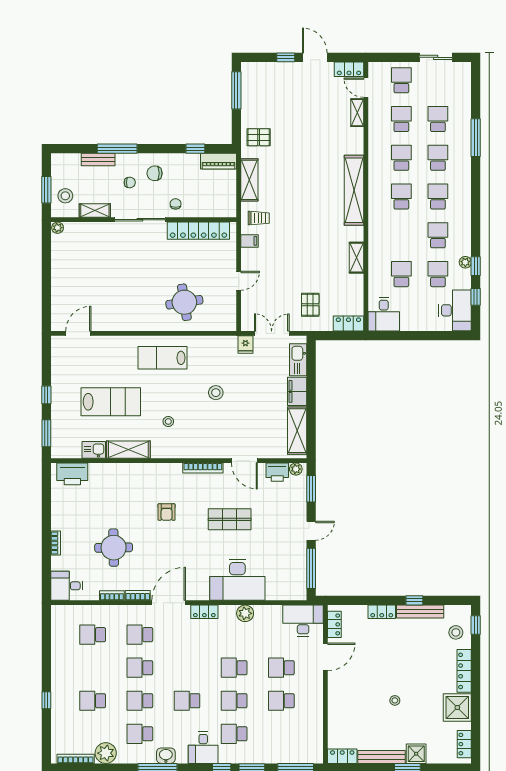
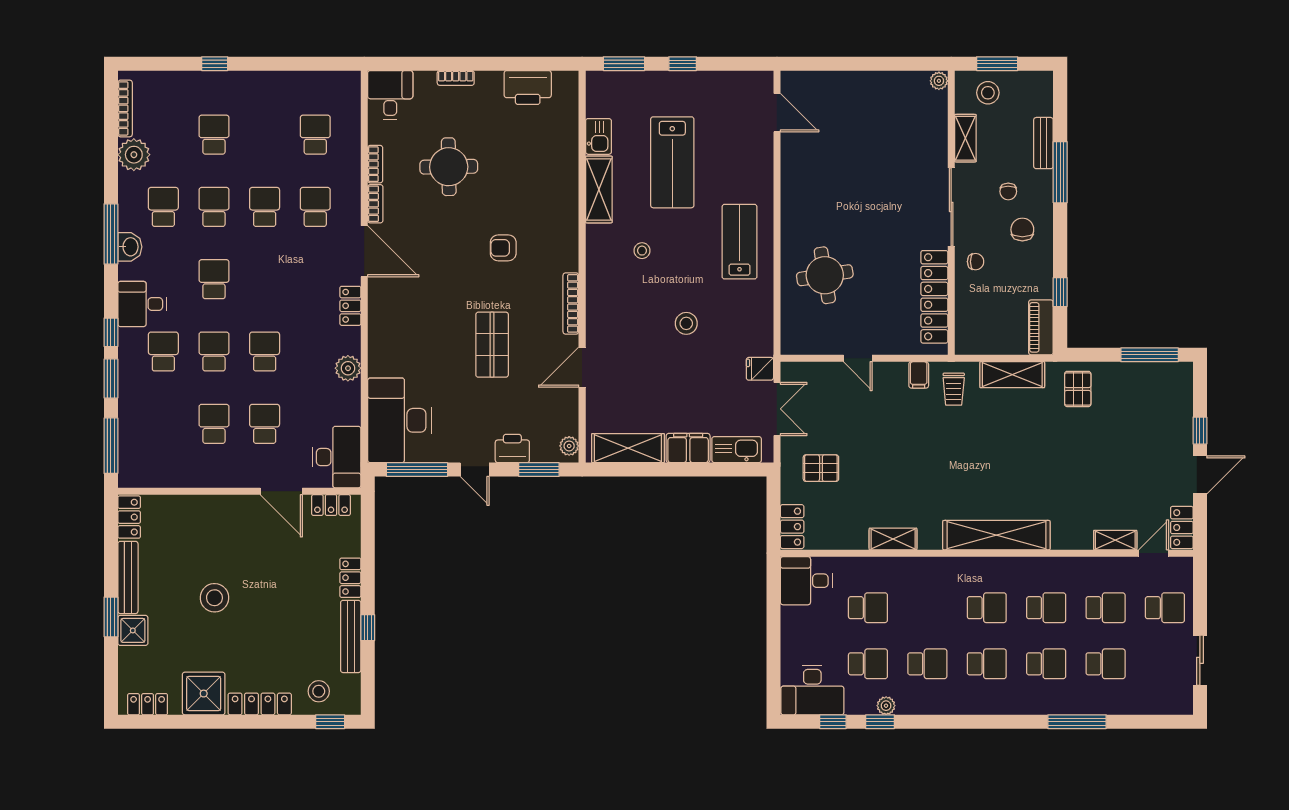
printer: (277, 472) -> (512, 448), moved, turned 90
printer: (72, 474) -> (528, 87), moved, turned -90
desk: (237, 580) -> (399, 420), moved
stool: (395, 700) -> (214, 598), width x1.89, depth x1.89

